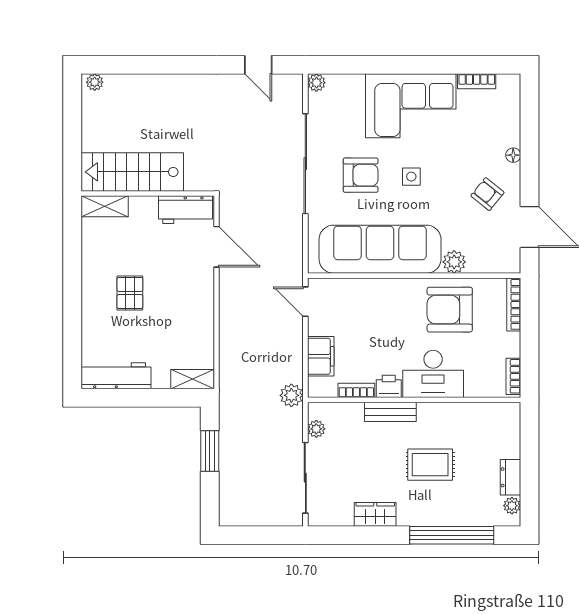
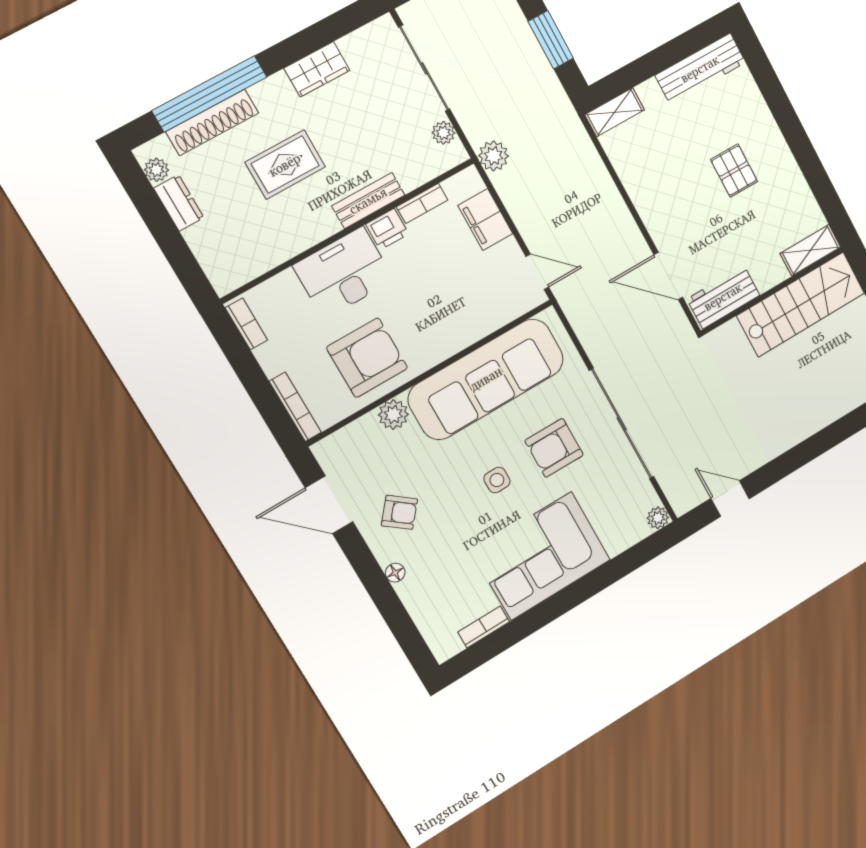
shoe rack: (460, 516) -> (212, 122), added

